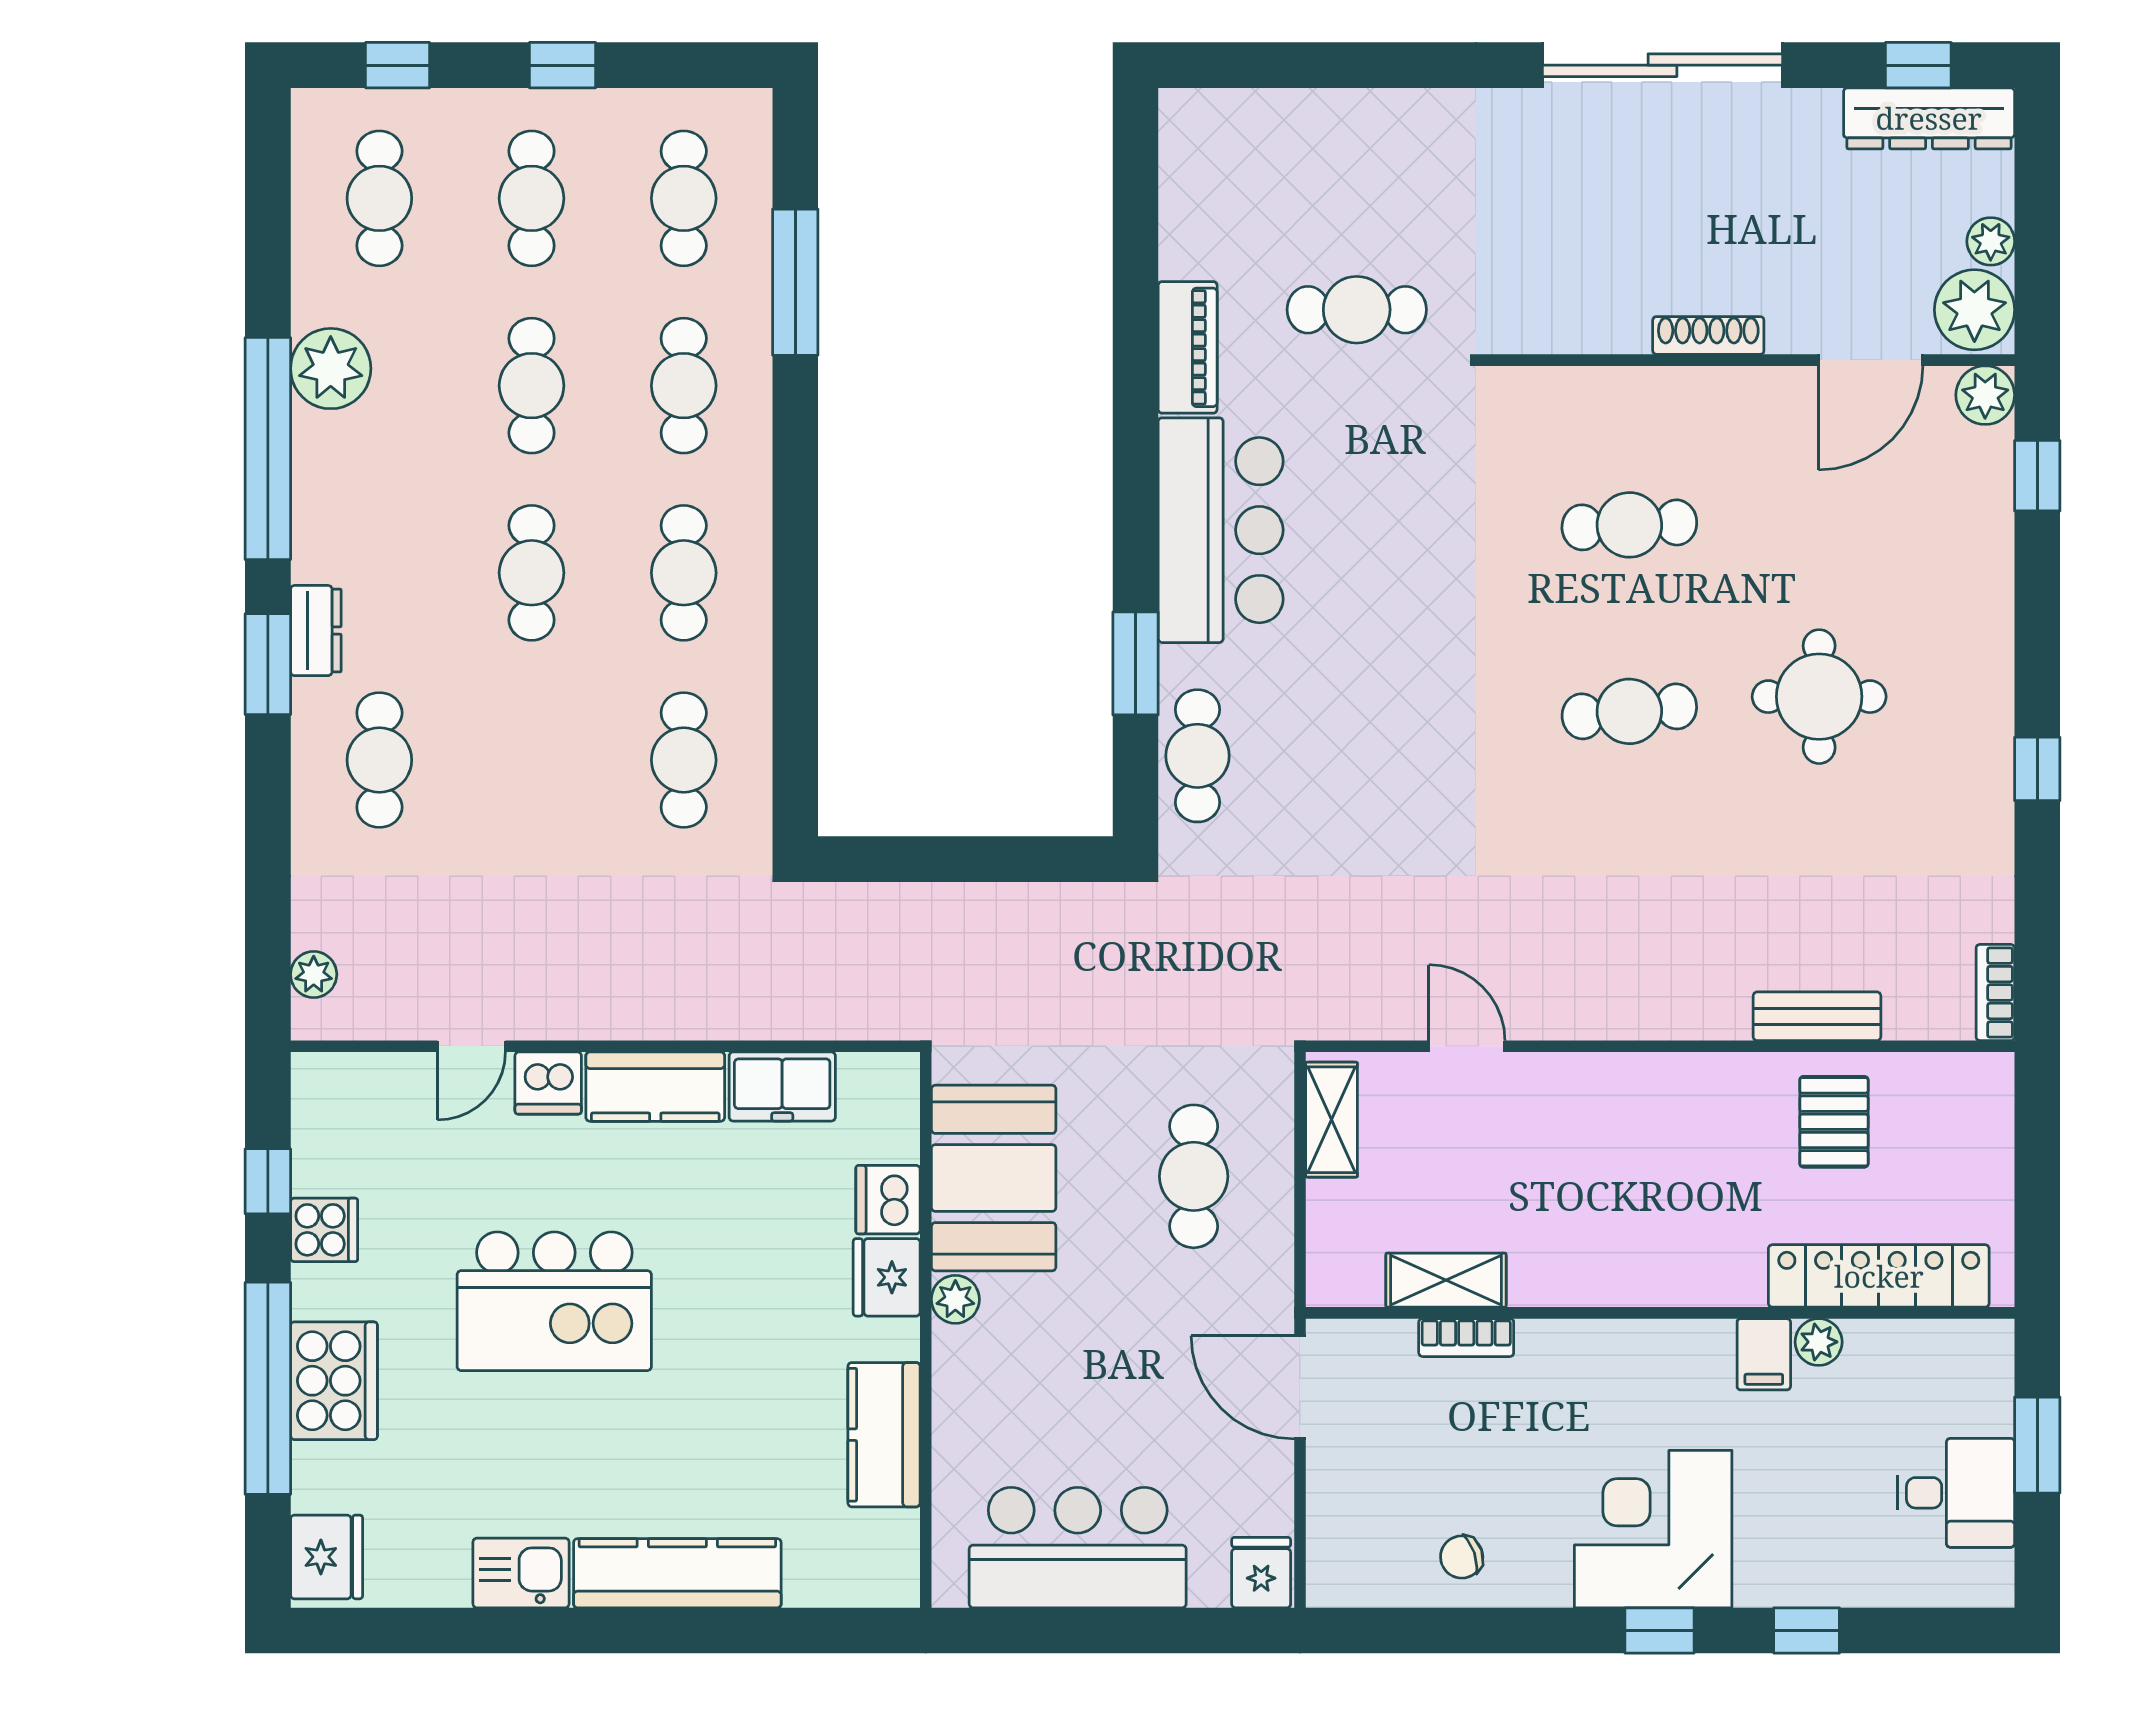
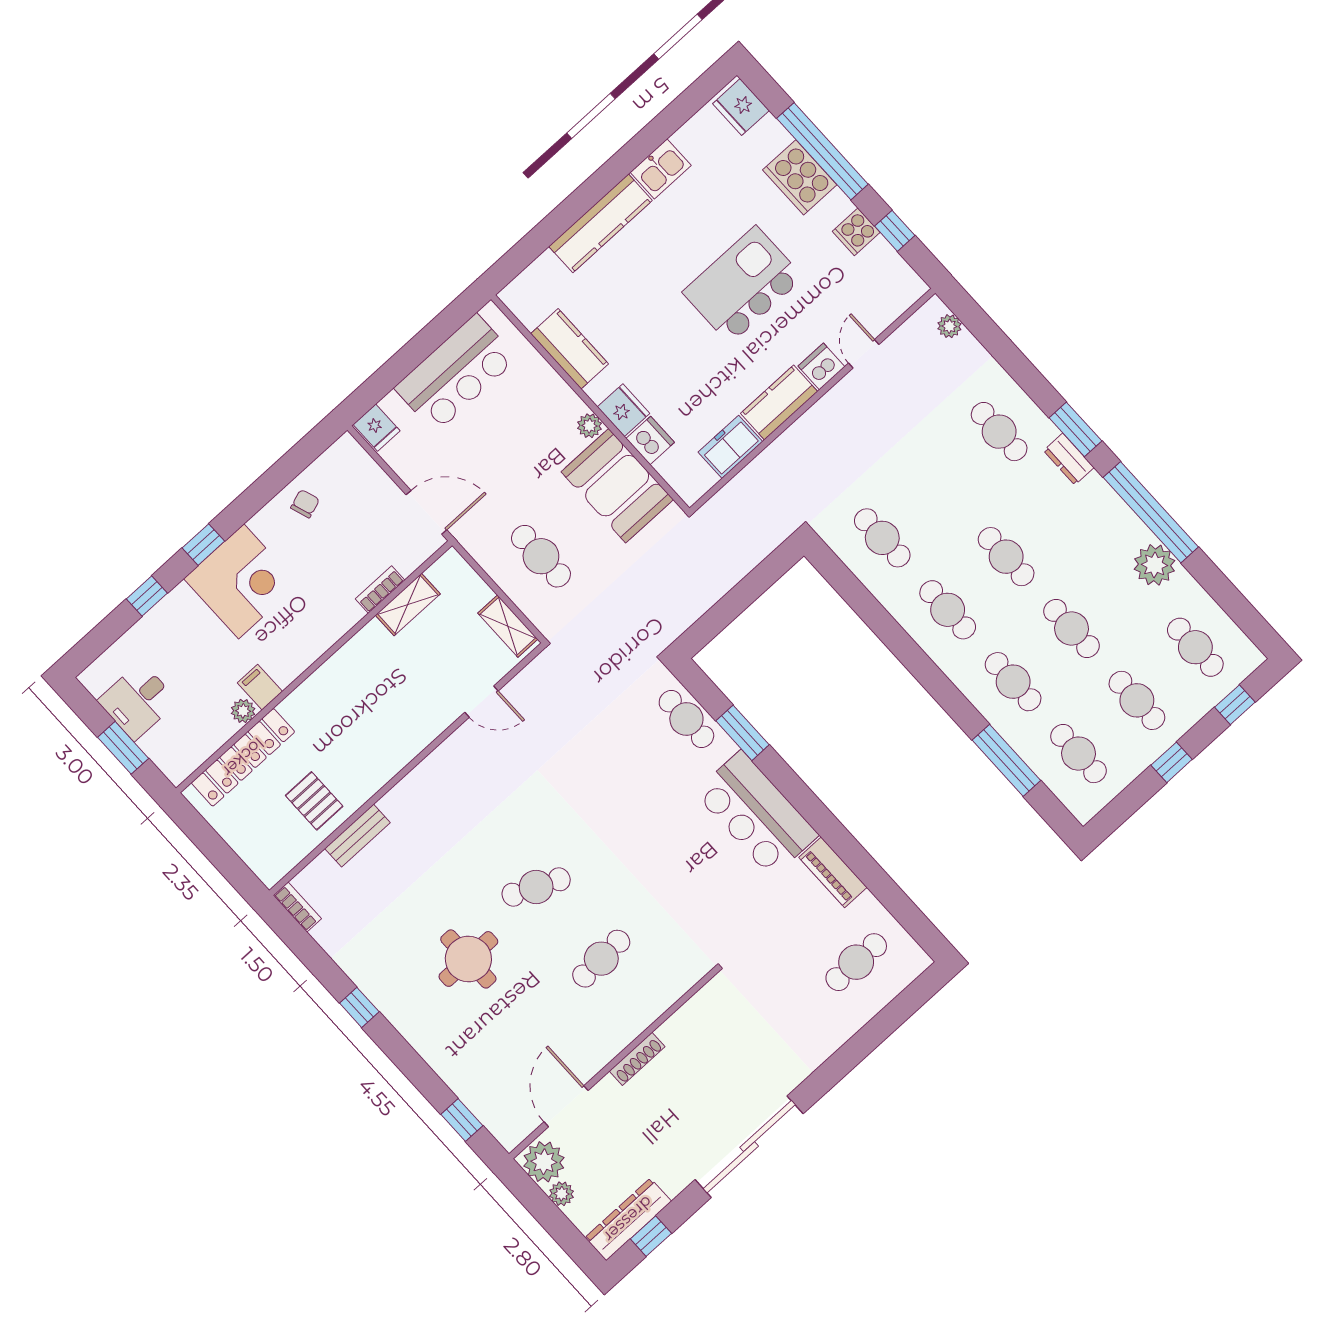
cafe table: (1357, 310) -> (856, 962), moved
plant: (1985, 395) -> (510, 1133), removed
cafe table: (1629, 711) -> (536, 887), turned 30

